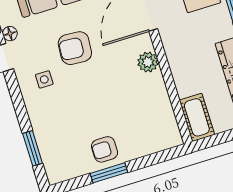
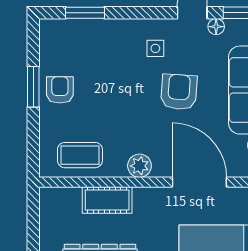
coffee table: (154, 115) -> (80, 155), added
cot: (197, 117) -> (107, 200), moved

